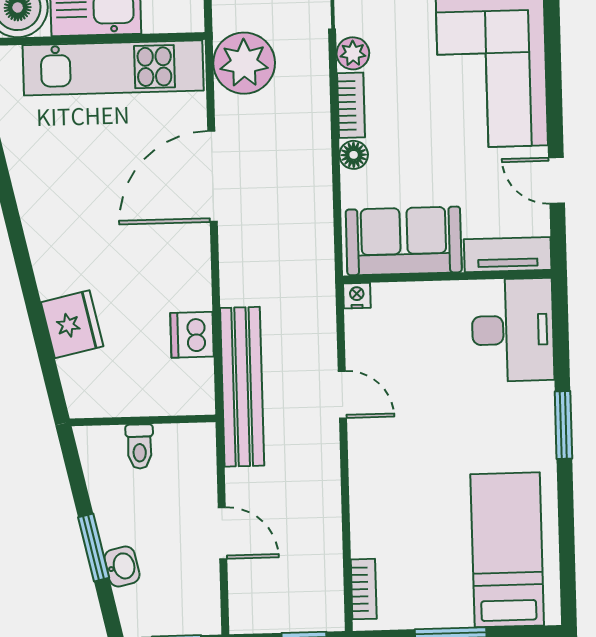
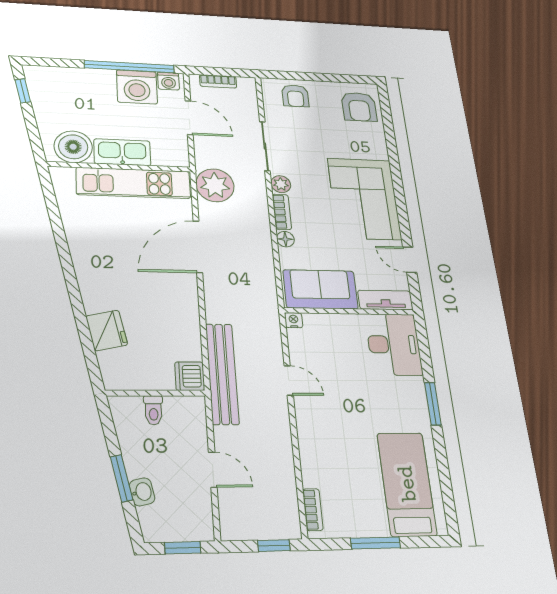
dishwasher: (192, 335) -> (190, 376), moved

